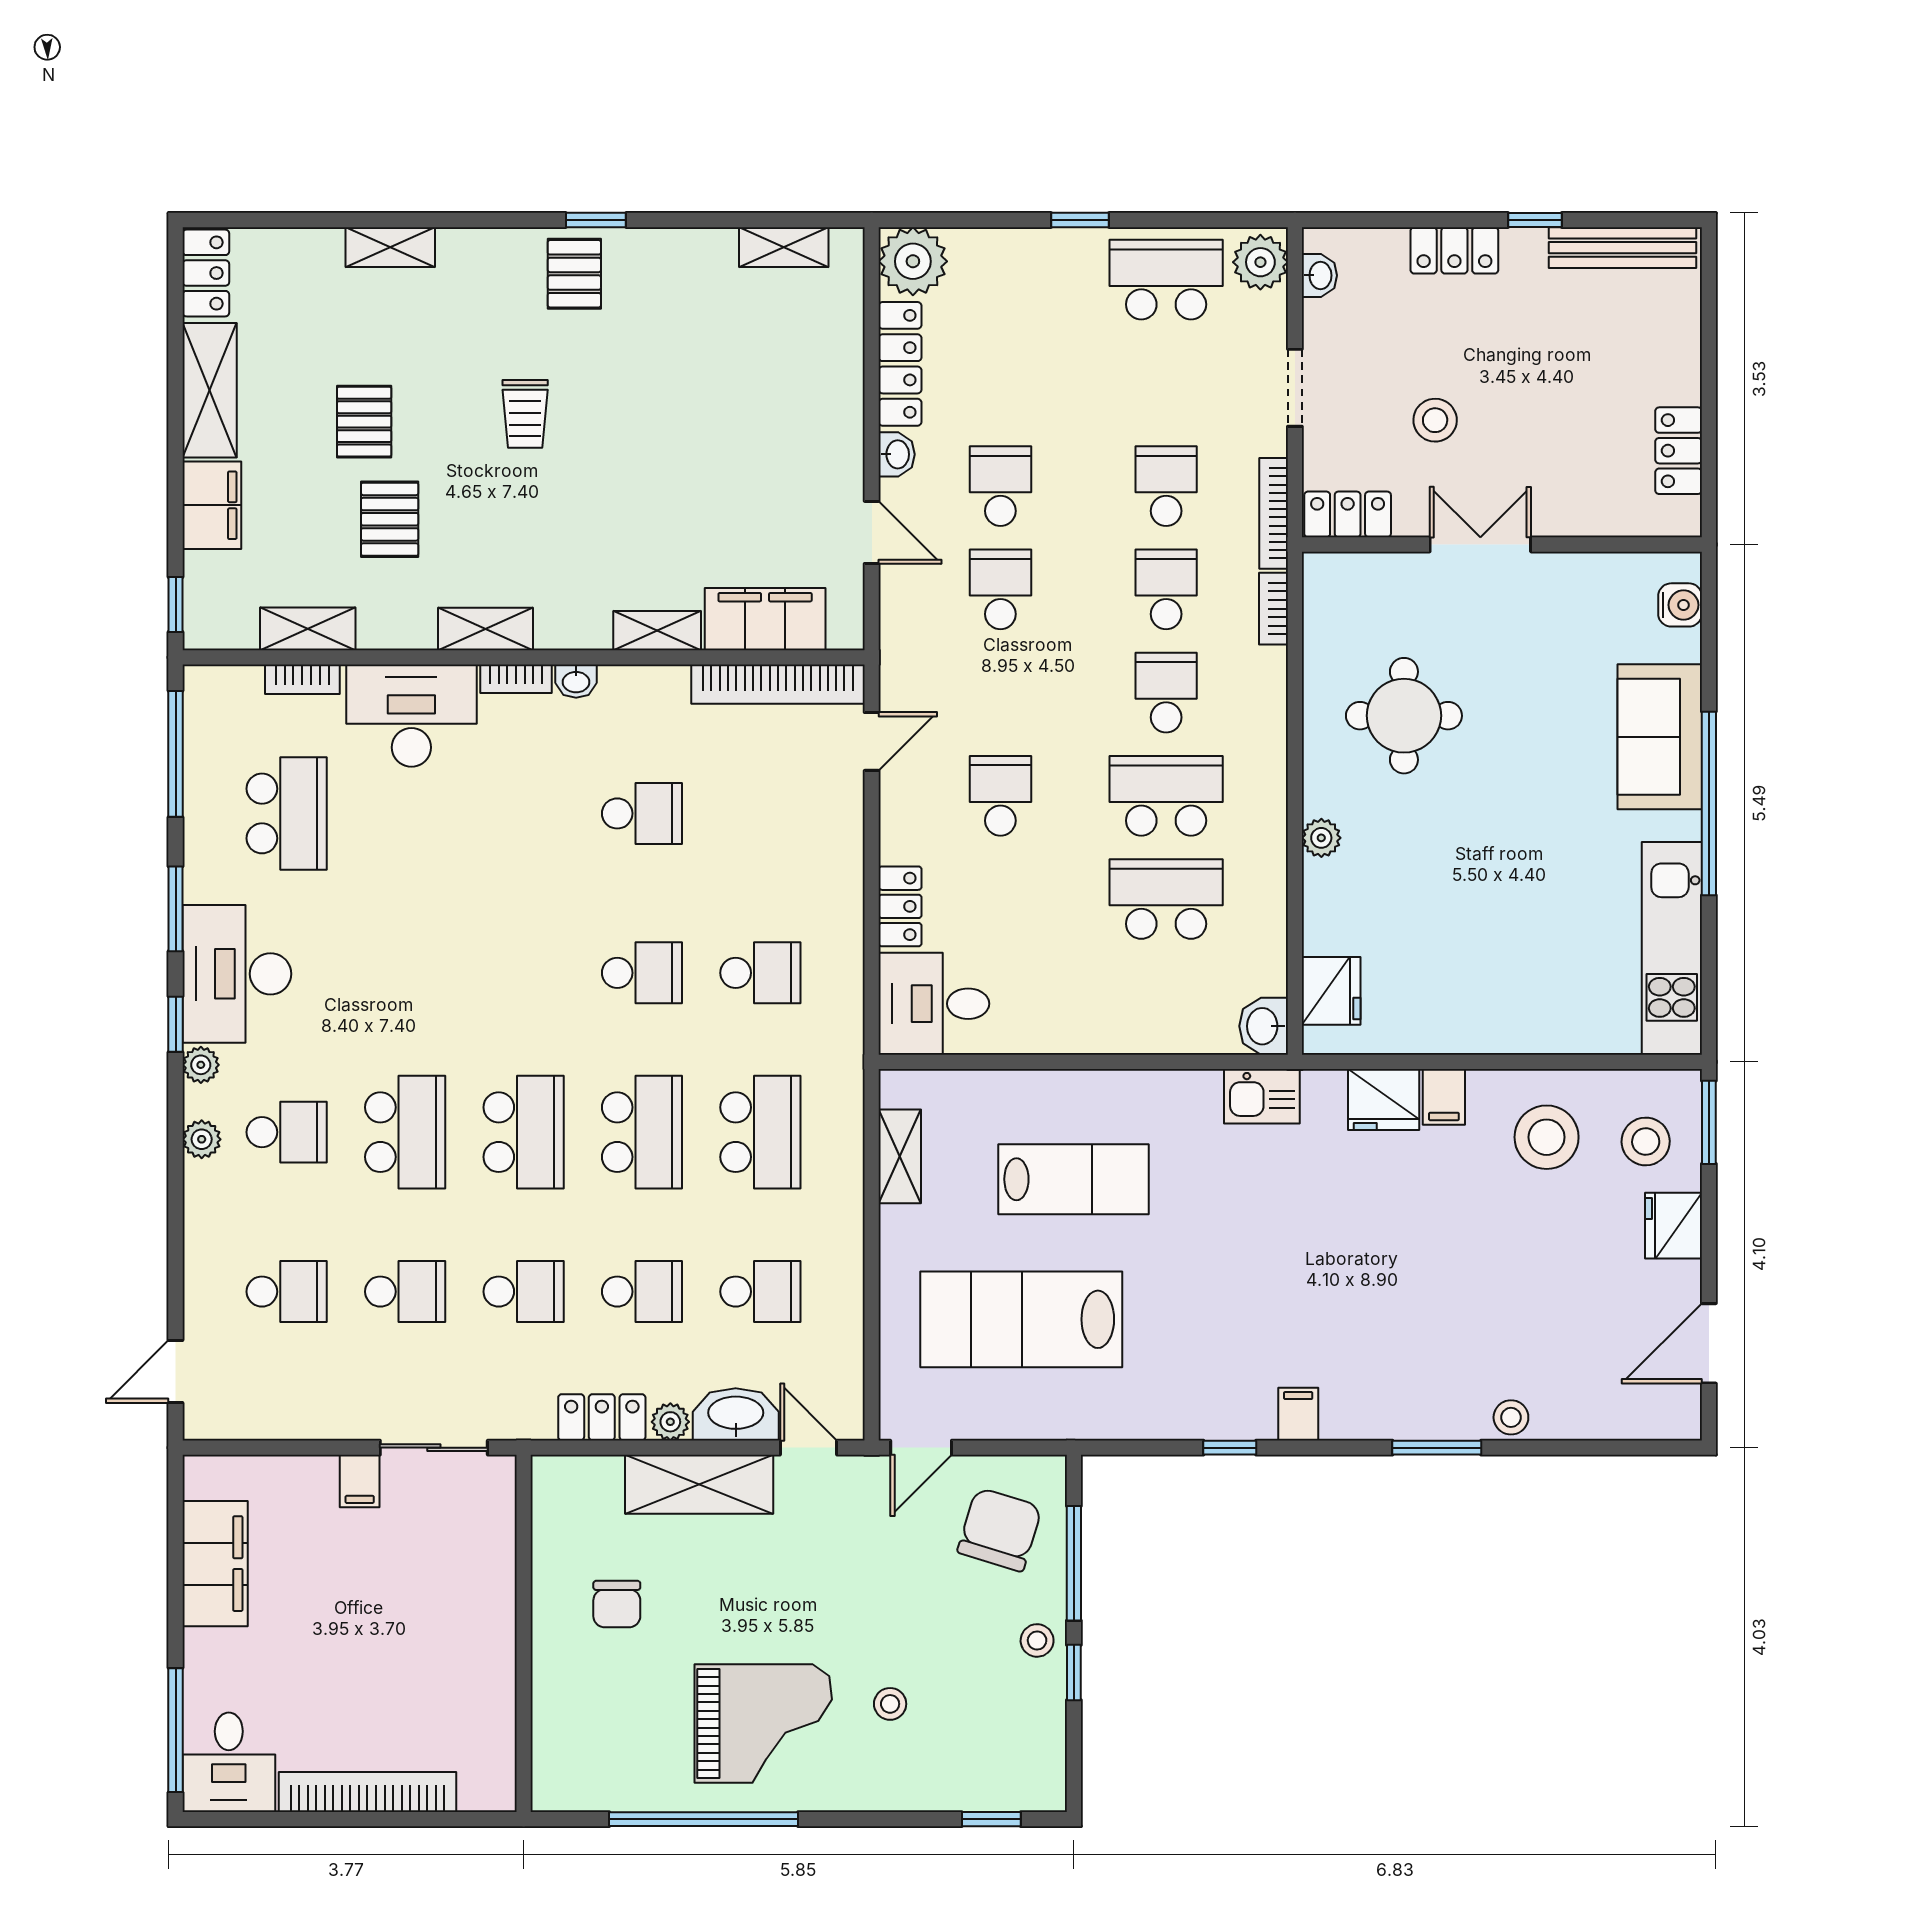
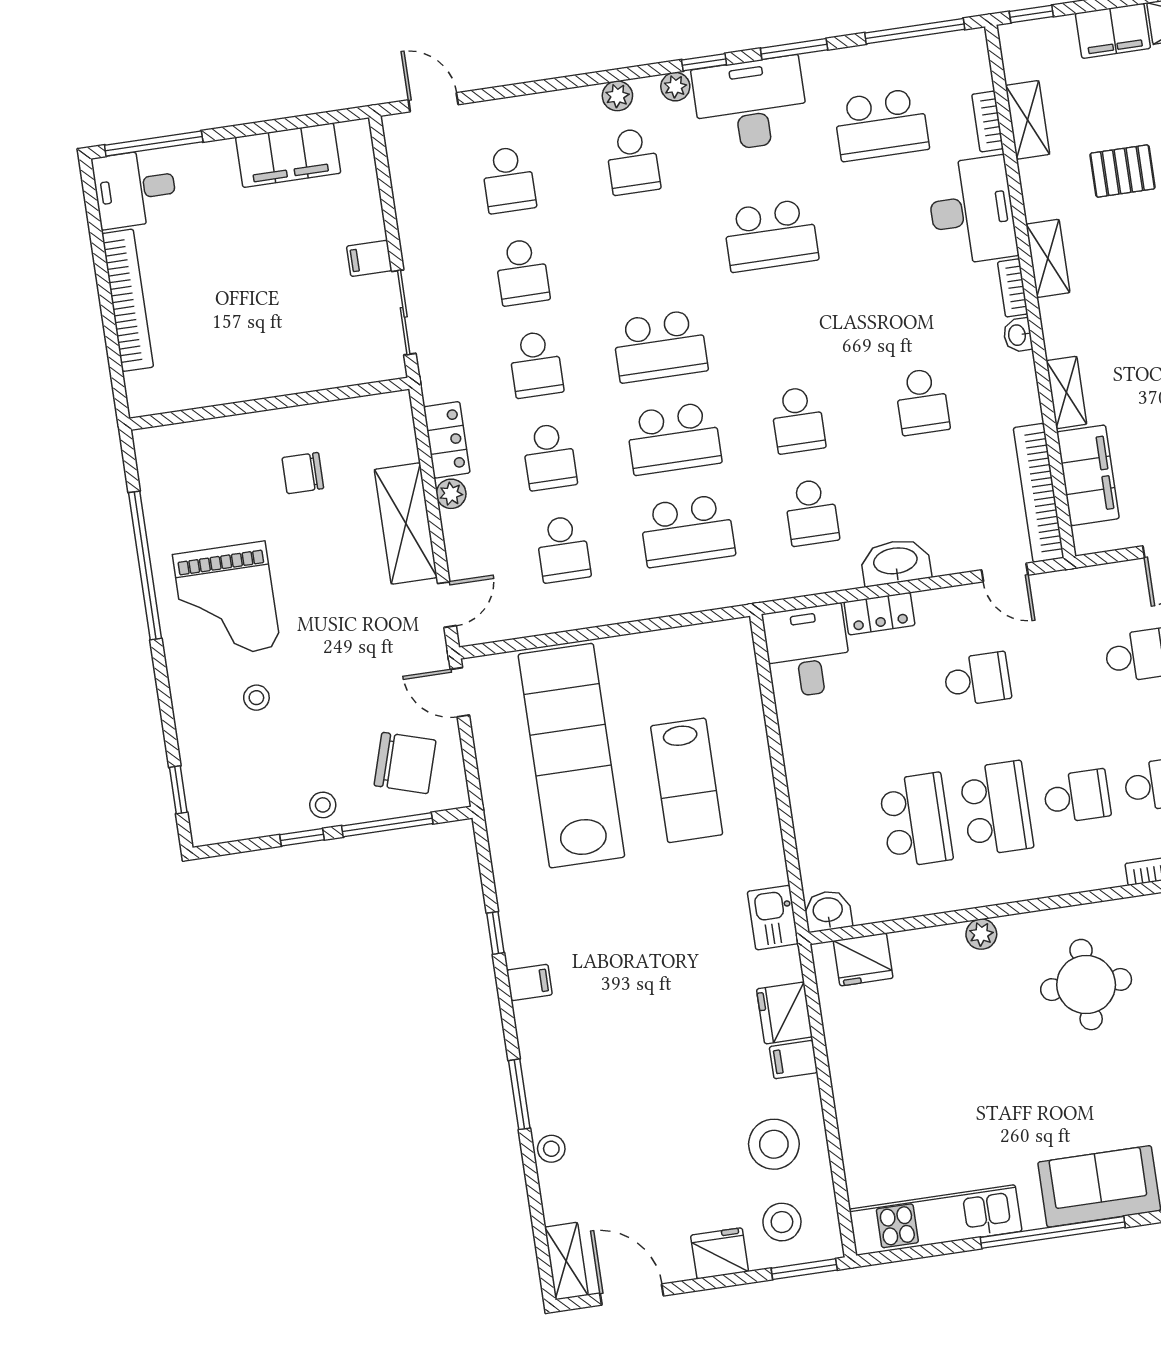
school desk: (405, 1132) -> (771, 235), moved
shelving: (900, 1156) -> (566, 1261), moved, turned 90
lab bench: (1021, 1319) -> (571, 756), width x1.36
washbasin: (736, 1414) -> (896, 562), moved, turned -90

